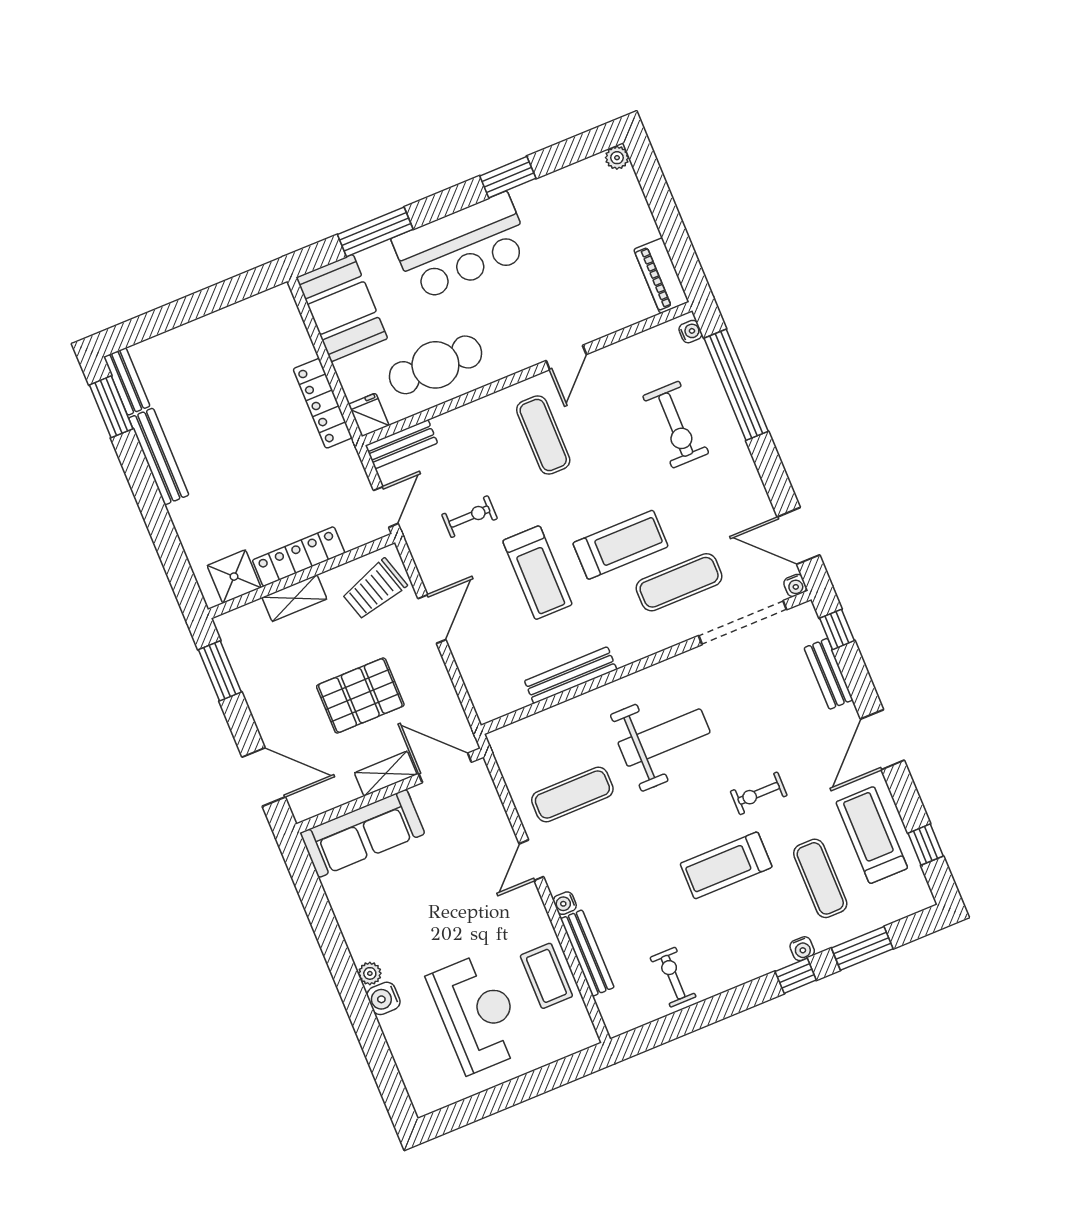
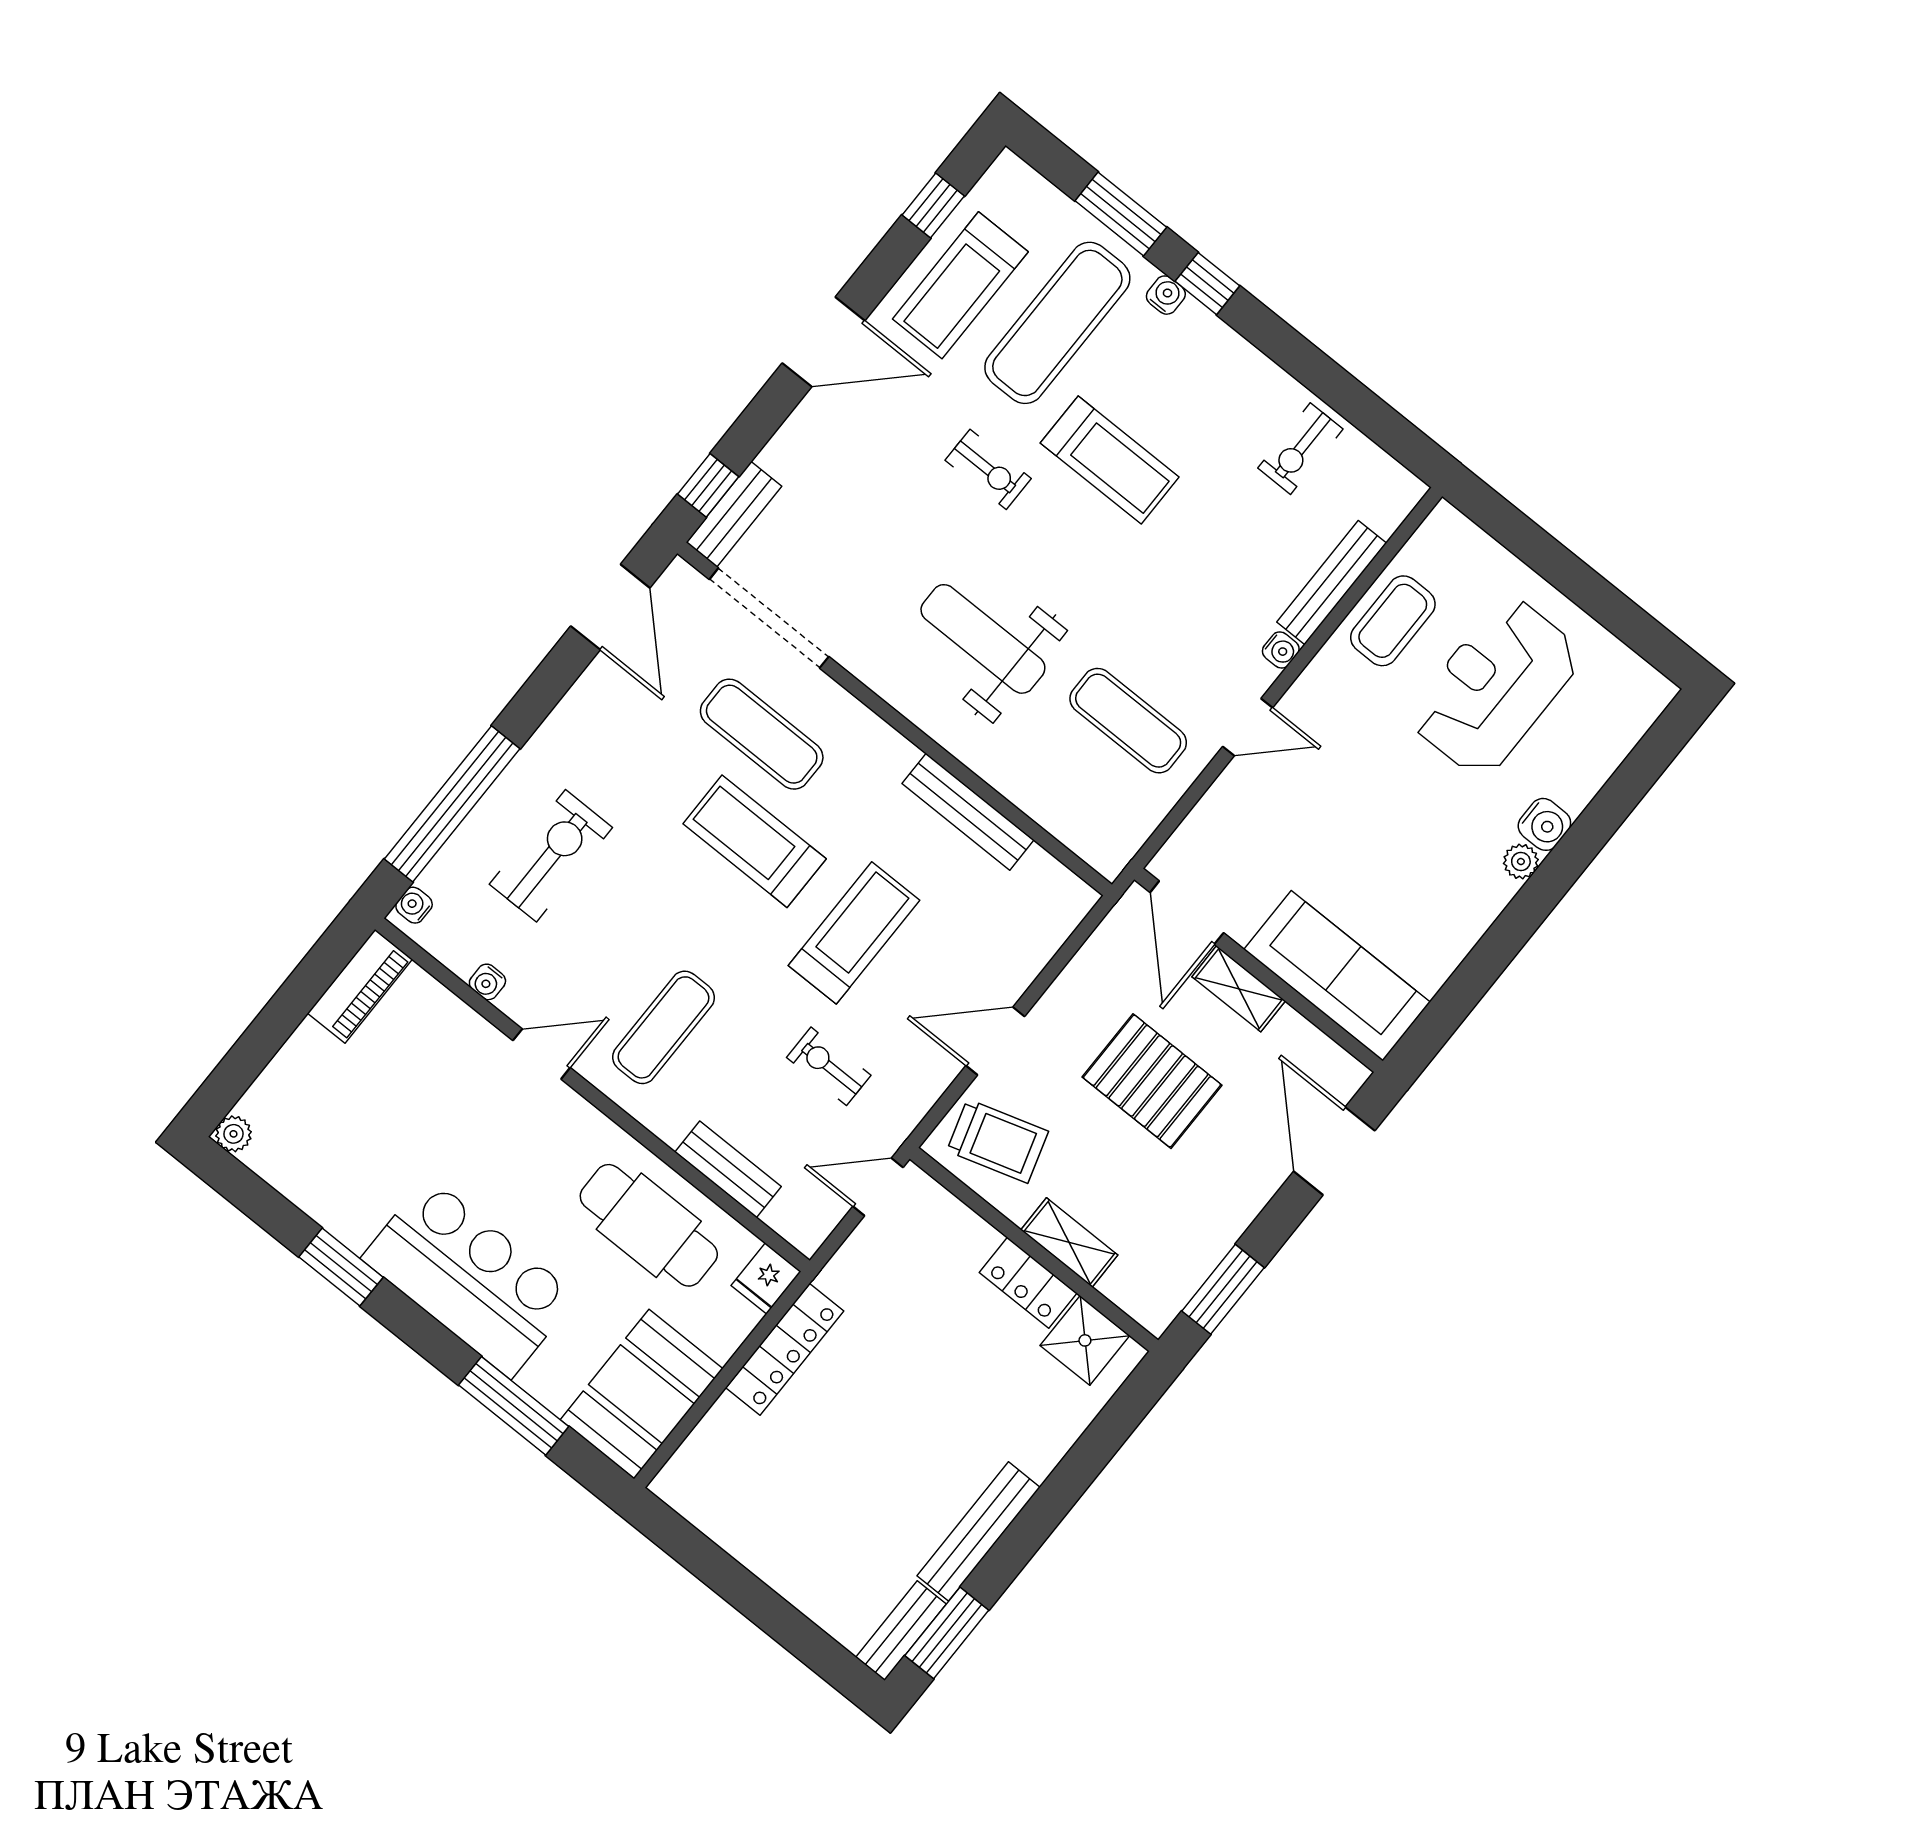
bench: (401, 444) -> (728, 1169), moved
locker: (299, 557) -> (1028, 1283), width x0.66
water cooler: (795, 585) -> (487, 982), moved, turned 180
bench: (828, 674) -> (734, 514), moved
exercise mat: (820, 878) -> (1057, 323), width x1.36, depth x1.45

